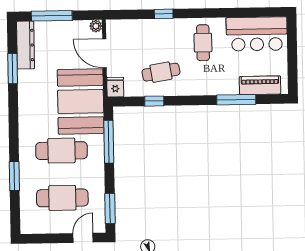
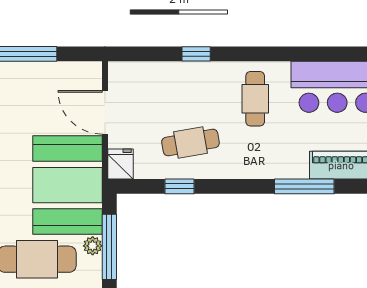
plant: (96, 26) -> (93, 246), moved

